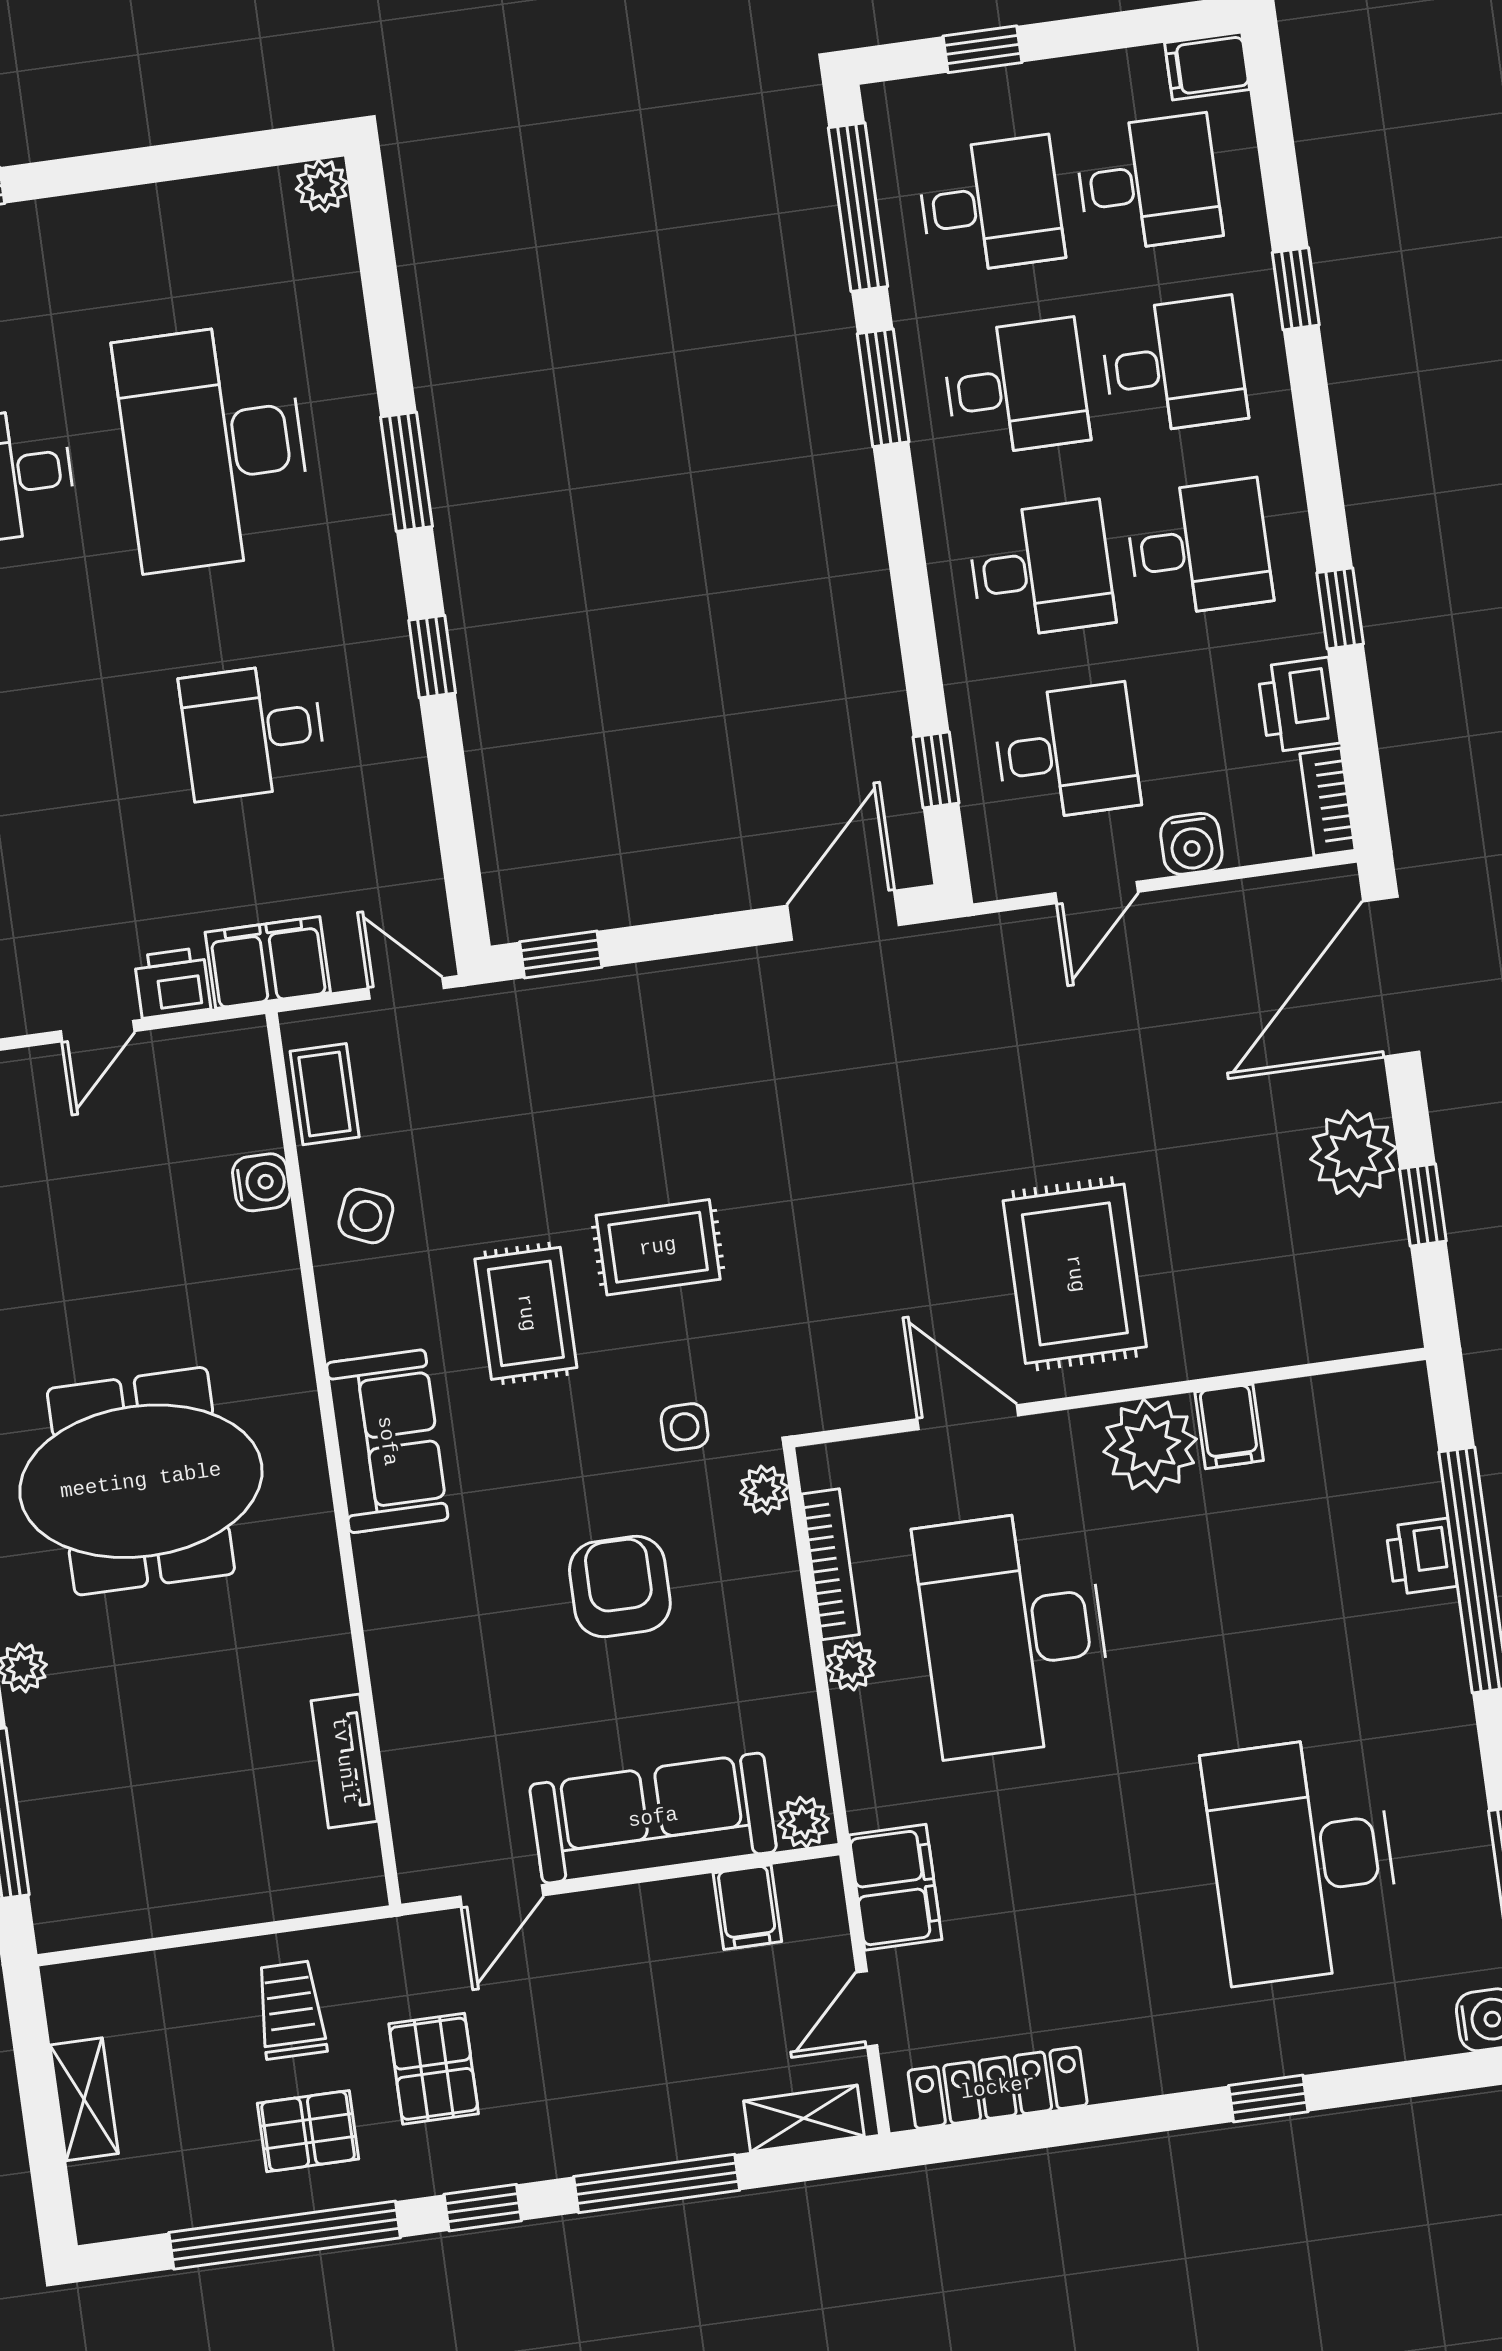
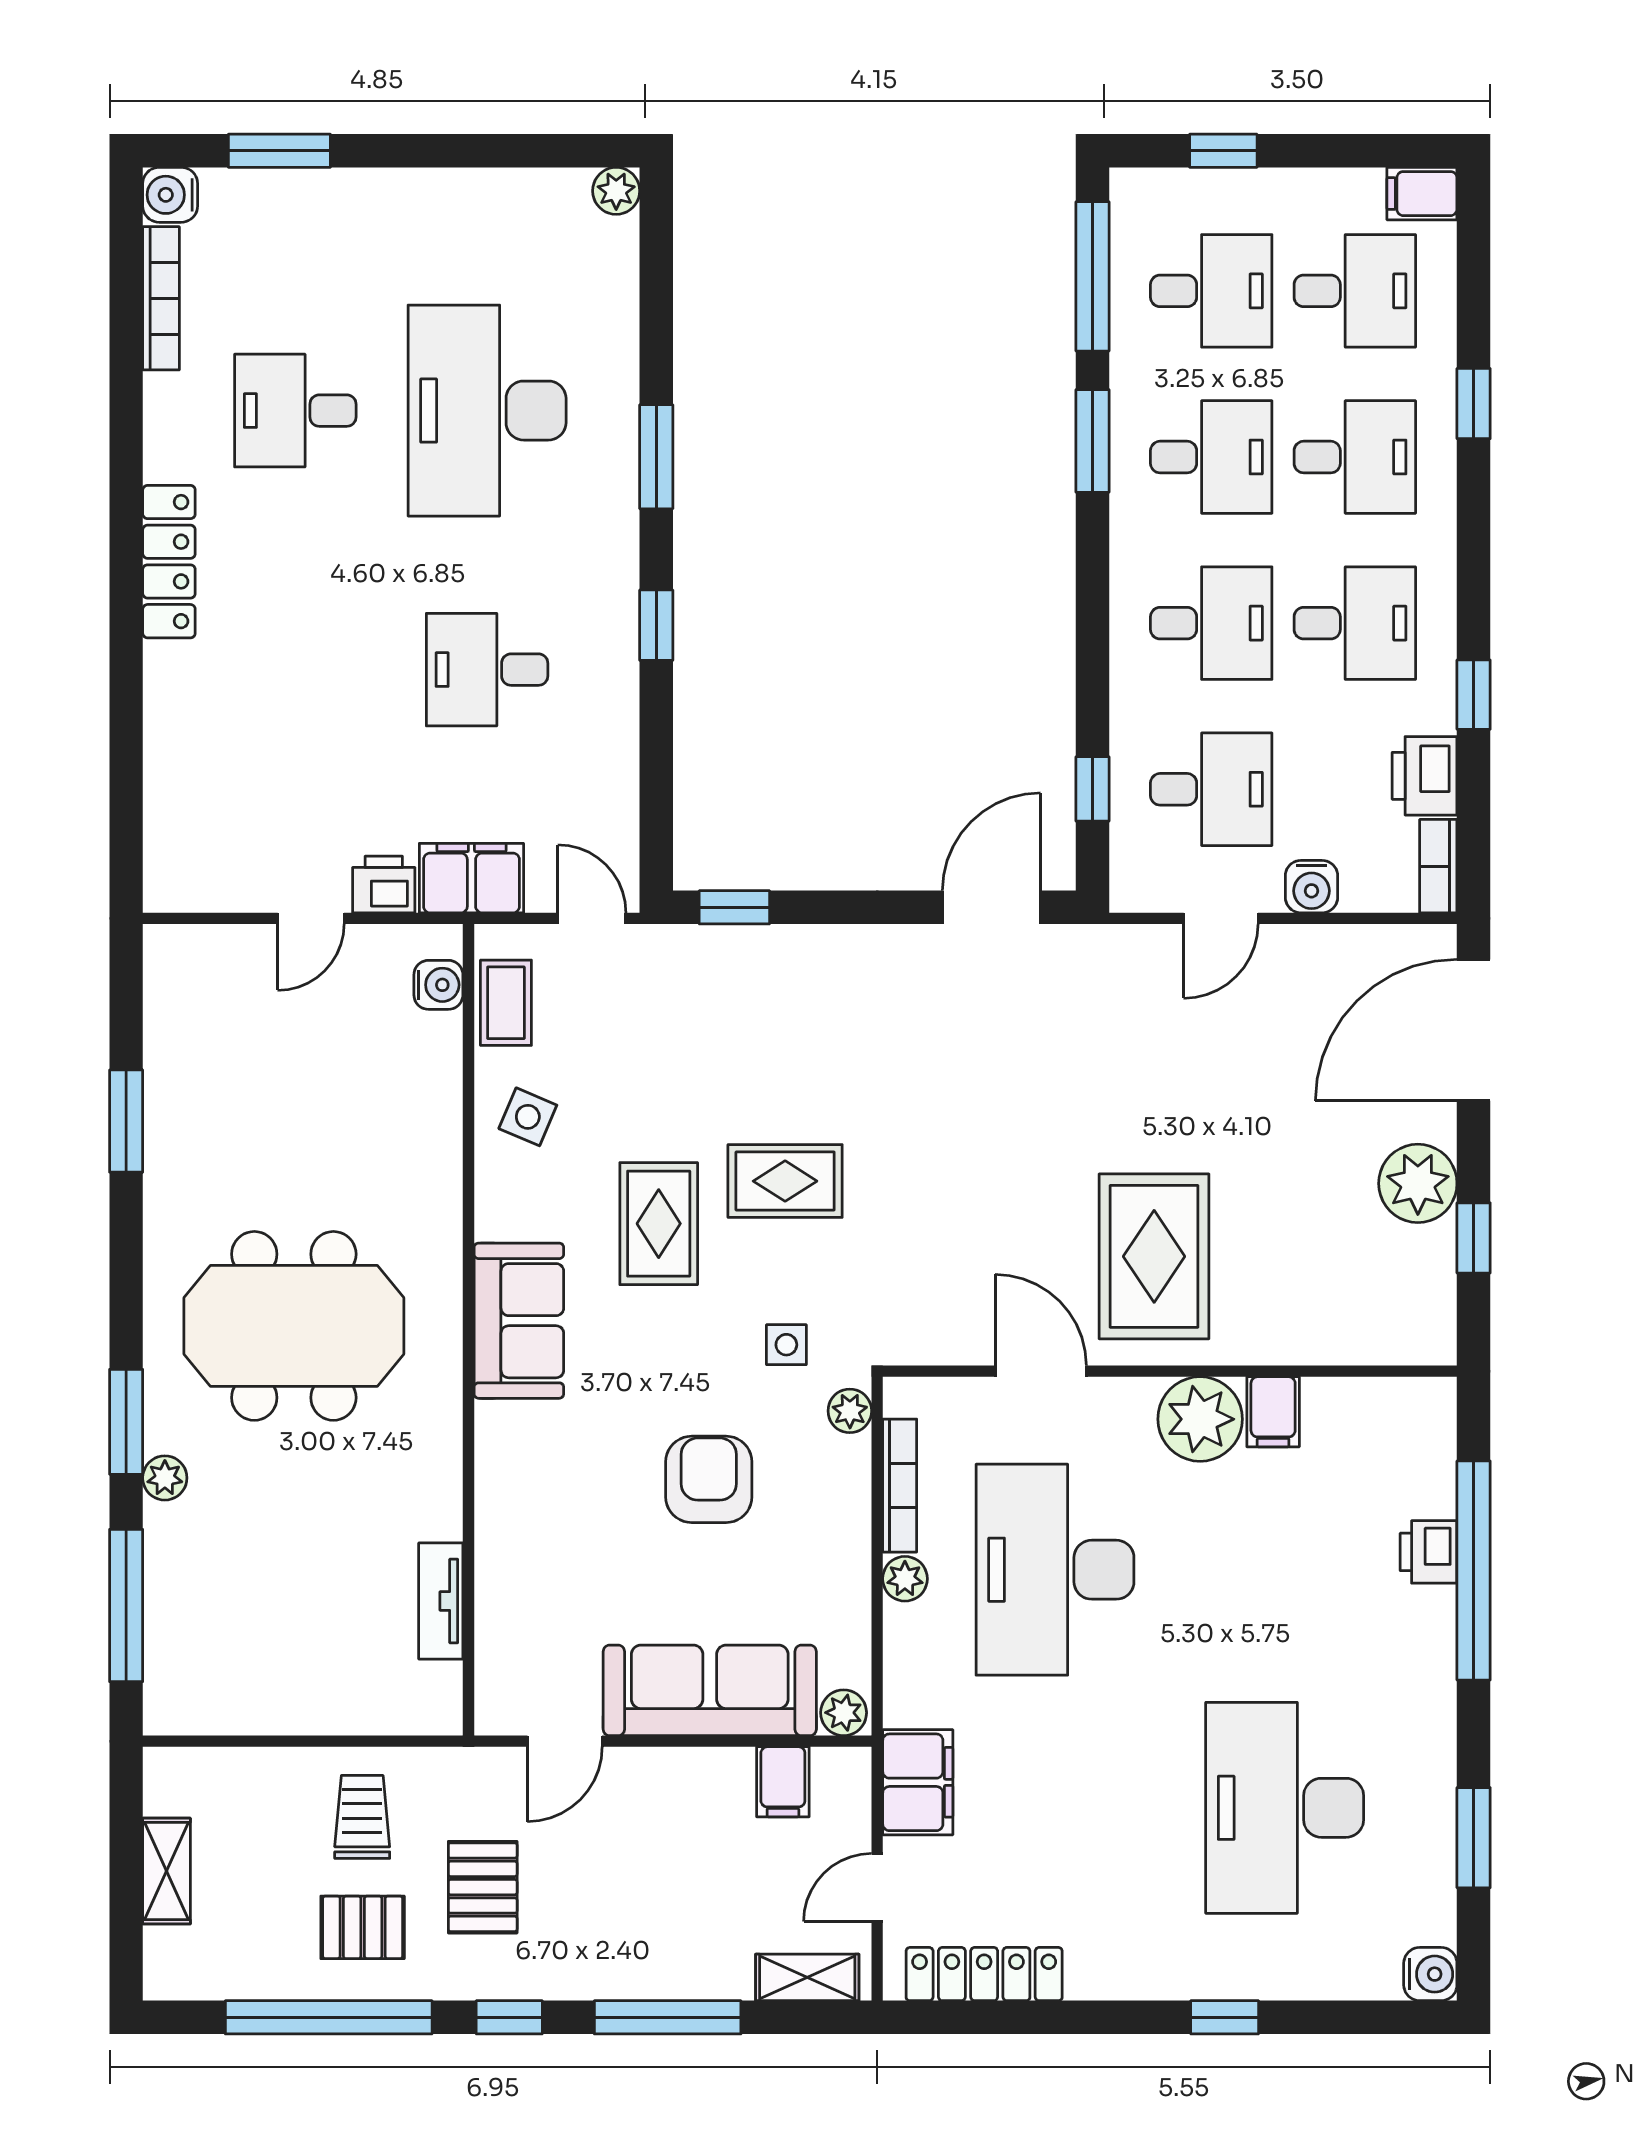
water cooler: (261, 1182) -> (438, 985), moved

